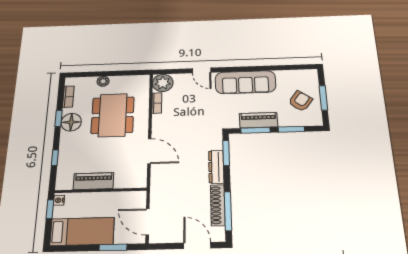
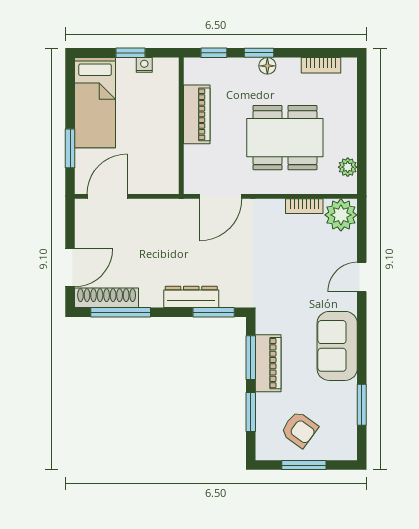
window: (282, 68) -> (362, 405), added
plant: (103, 81) -> (348, 167), moved
sofa: (245, 82) -> (337, 346), width x0.73
window: (59, 118) -> (259, 53), moved
floor lamp: (71, 122) -> (267, 66), width x0.53, depth x0.53
piano: (94, 181) -> (197, 114), moved
wall: (101, 191) -> (181, 126), moved
shoe rack: (218, 205) -> (107, 298), moved

